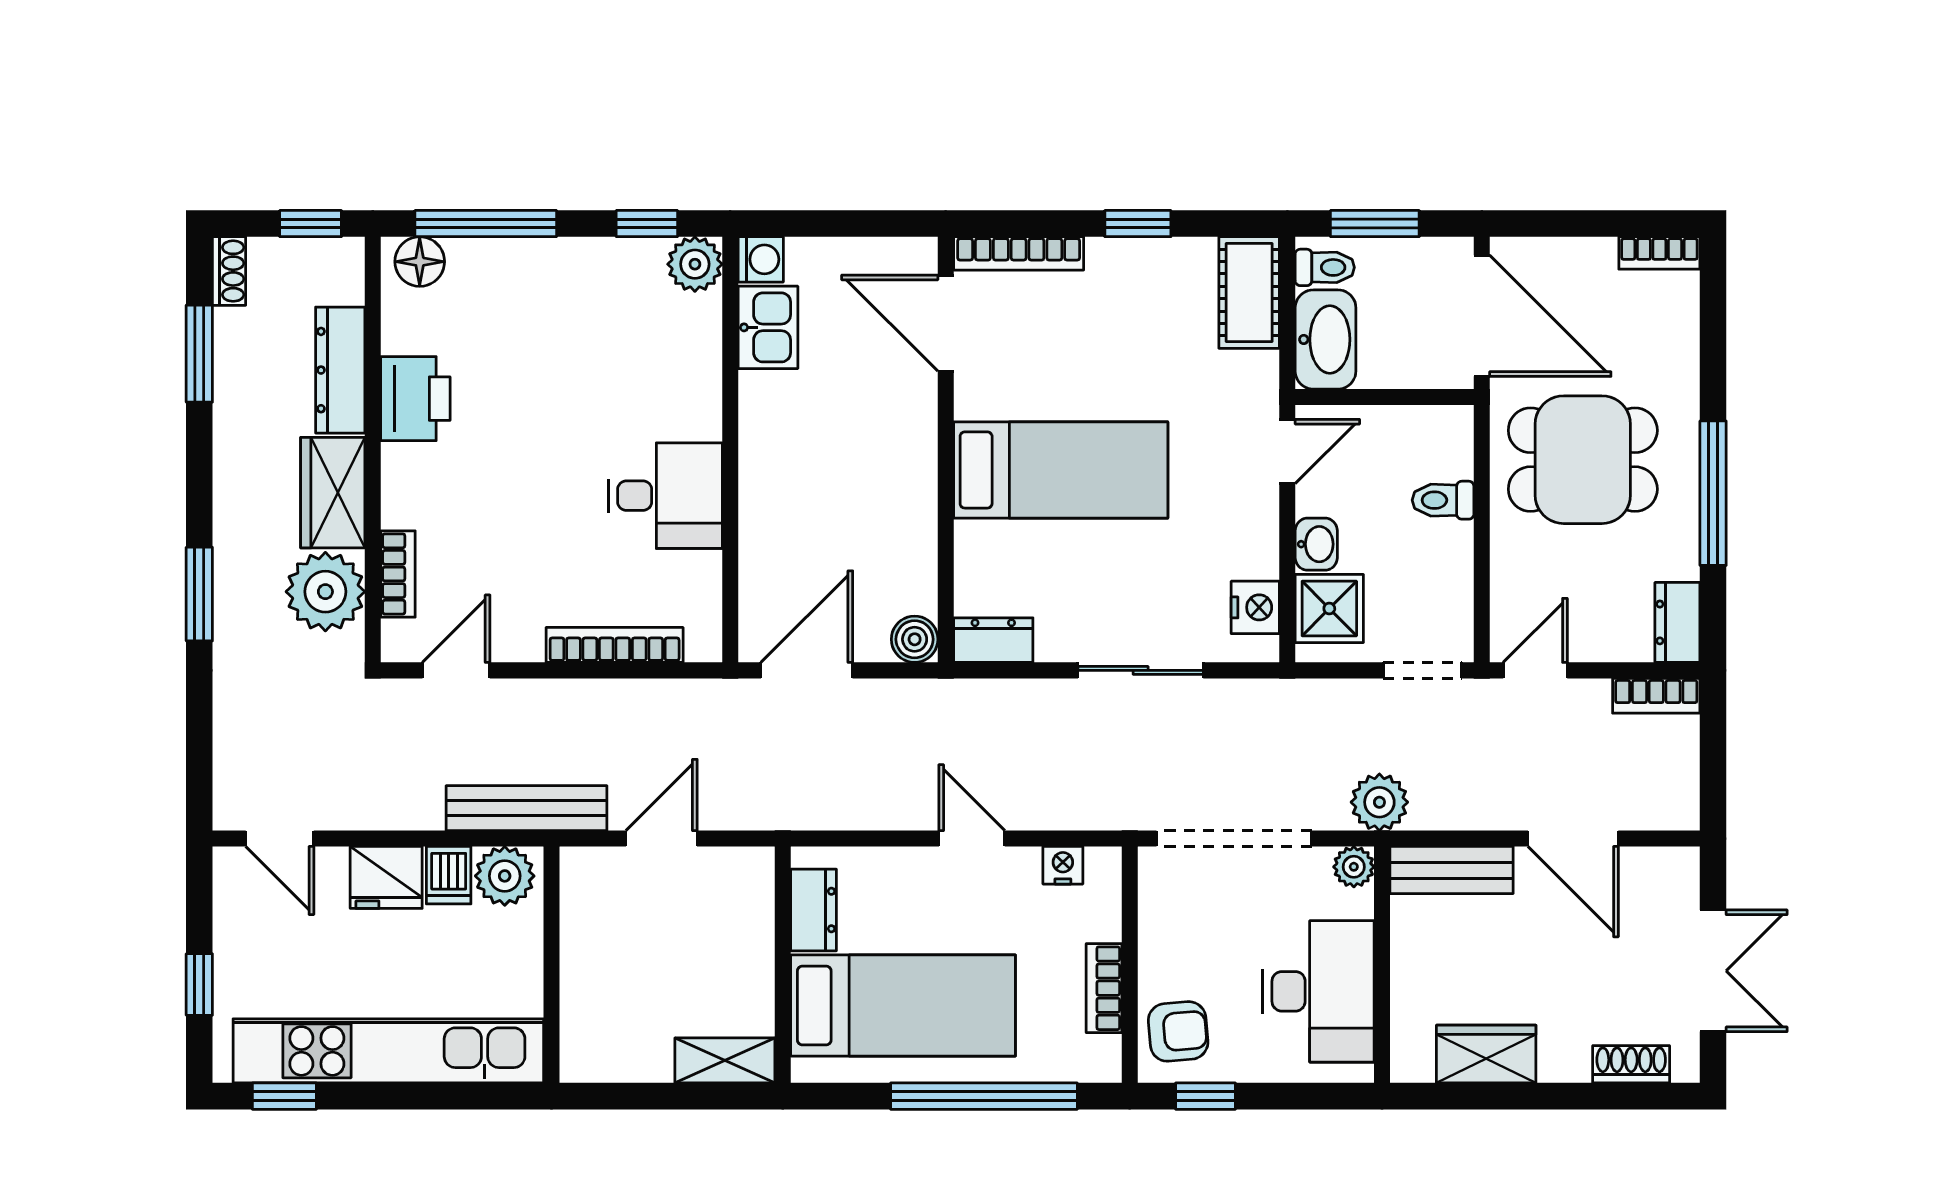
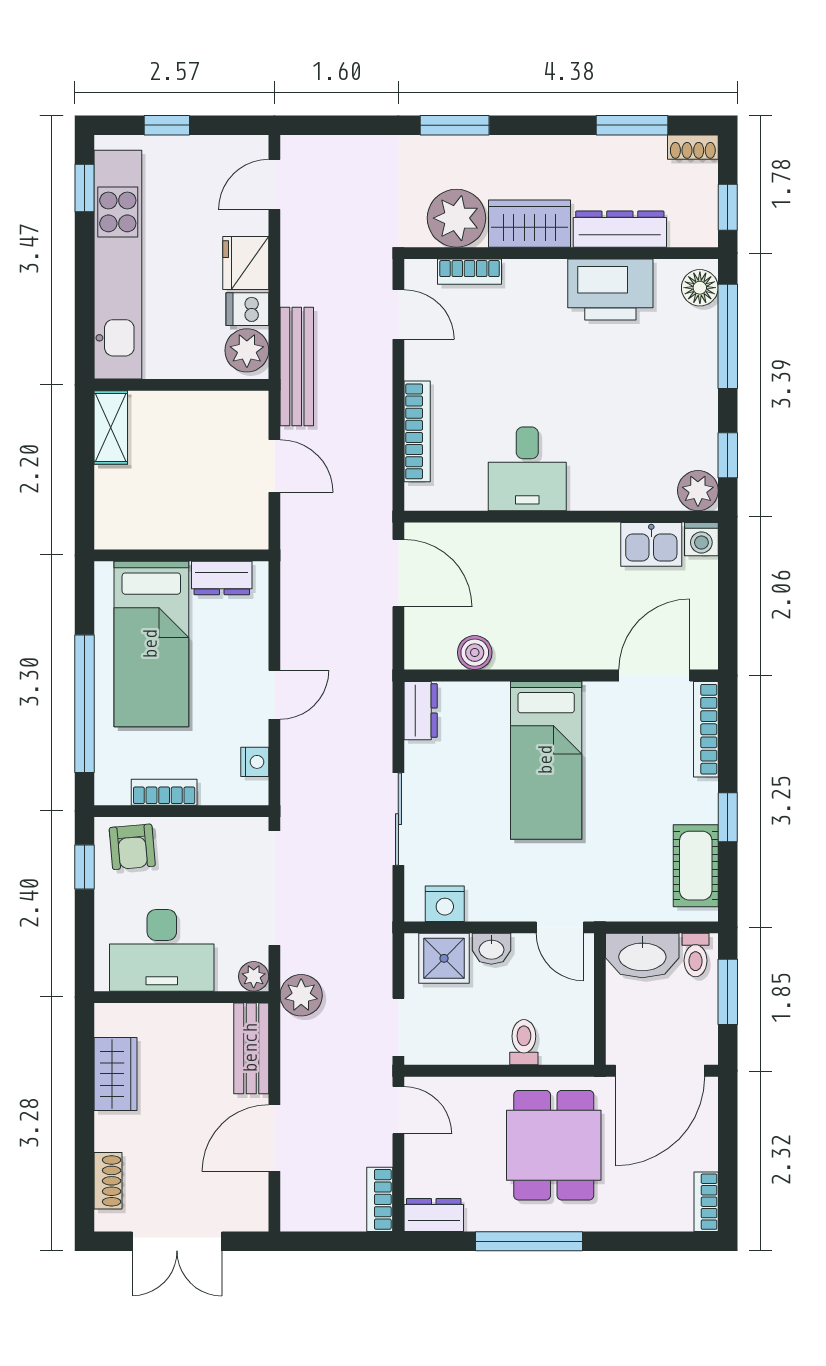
cot: (1249, 293) -> (696, 866), moved, turned 90
printer: (415, 399) -> (610, 289), width x1.37, depth x1.19
boiler: (915, 639) -> (475, 653), moved
shelving: (725, 1060) -> (111, 428), moved

